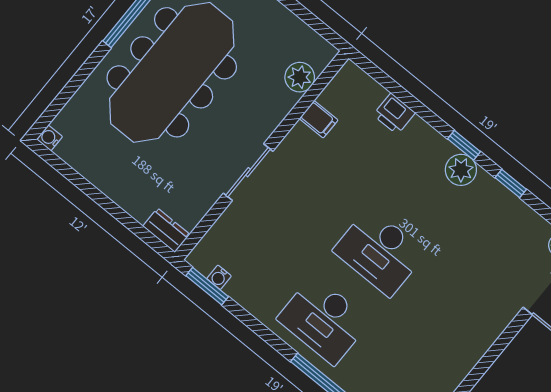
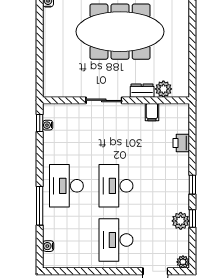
plant: (461, 170) -> (181, 221), moved
dresser: (166, 230) -> (142, 91), moved, turned -90
window: (207, 286) -> (40, 123), width x0.67
desk: (454, 313) -> (116, 240), added

